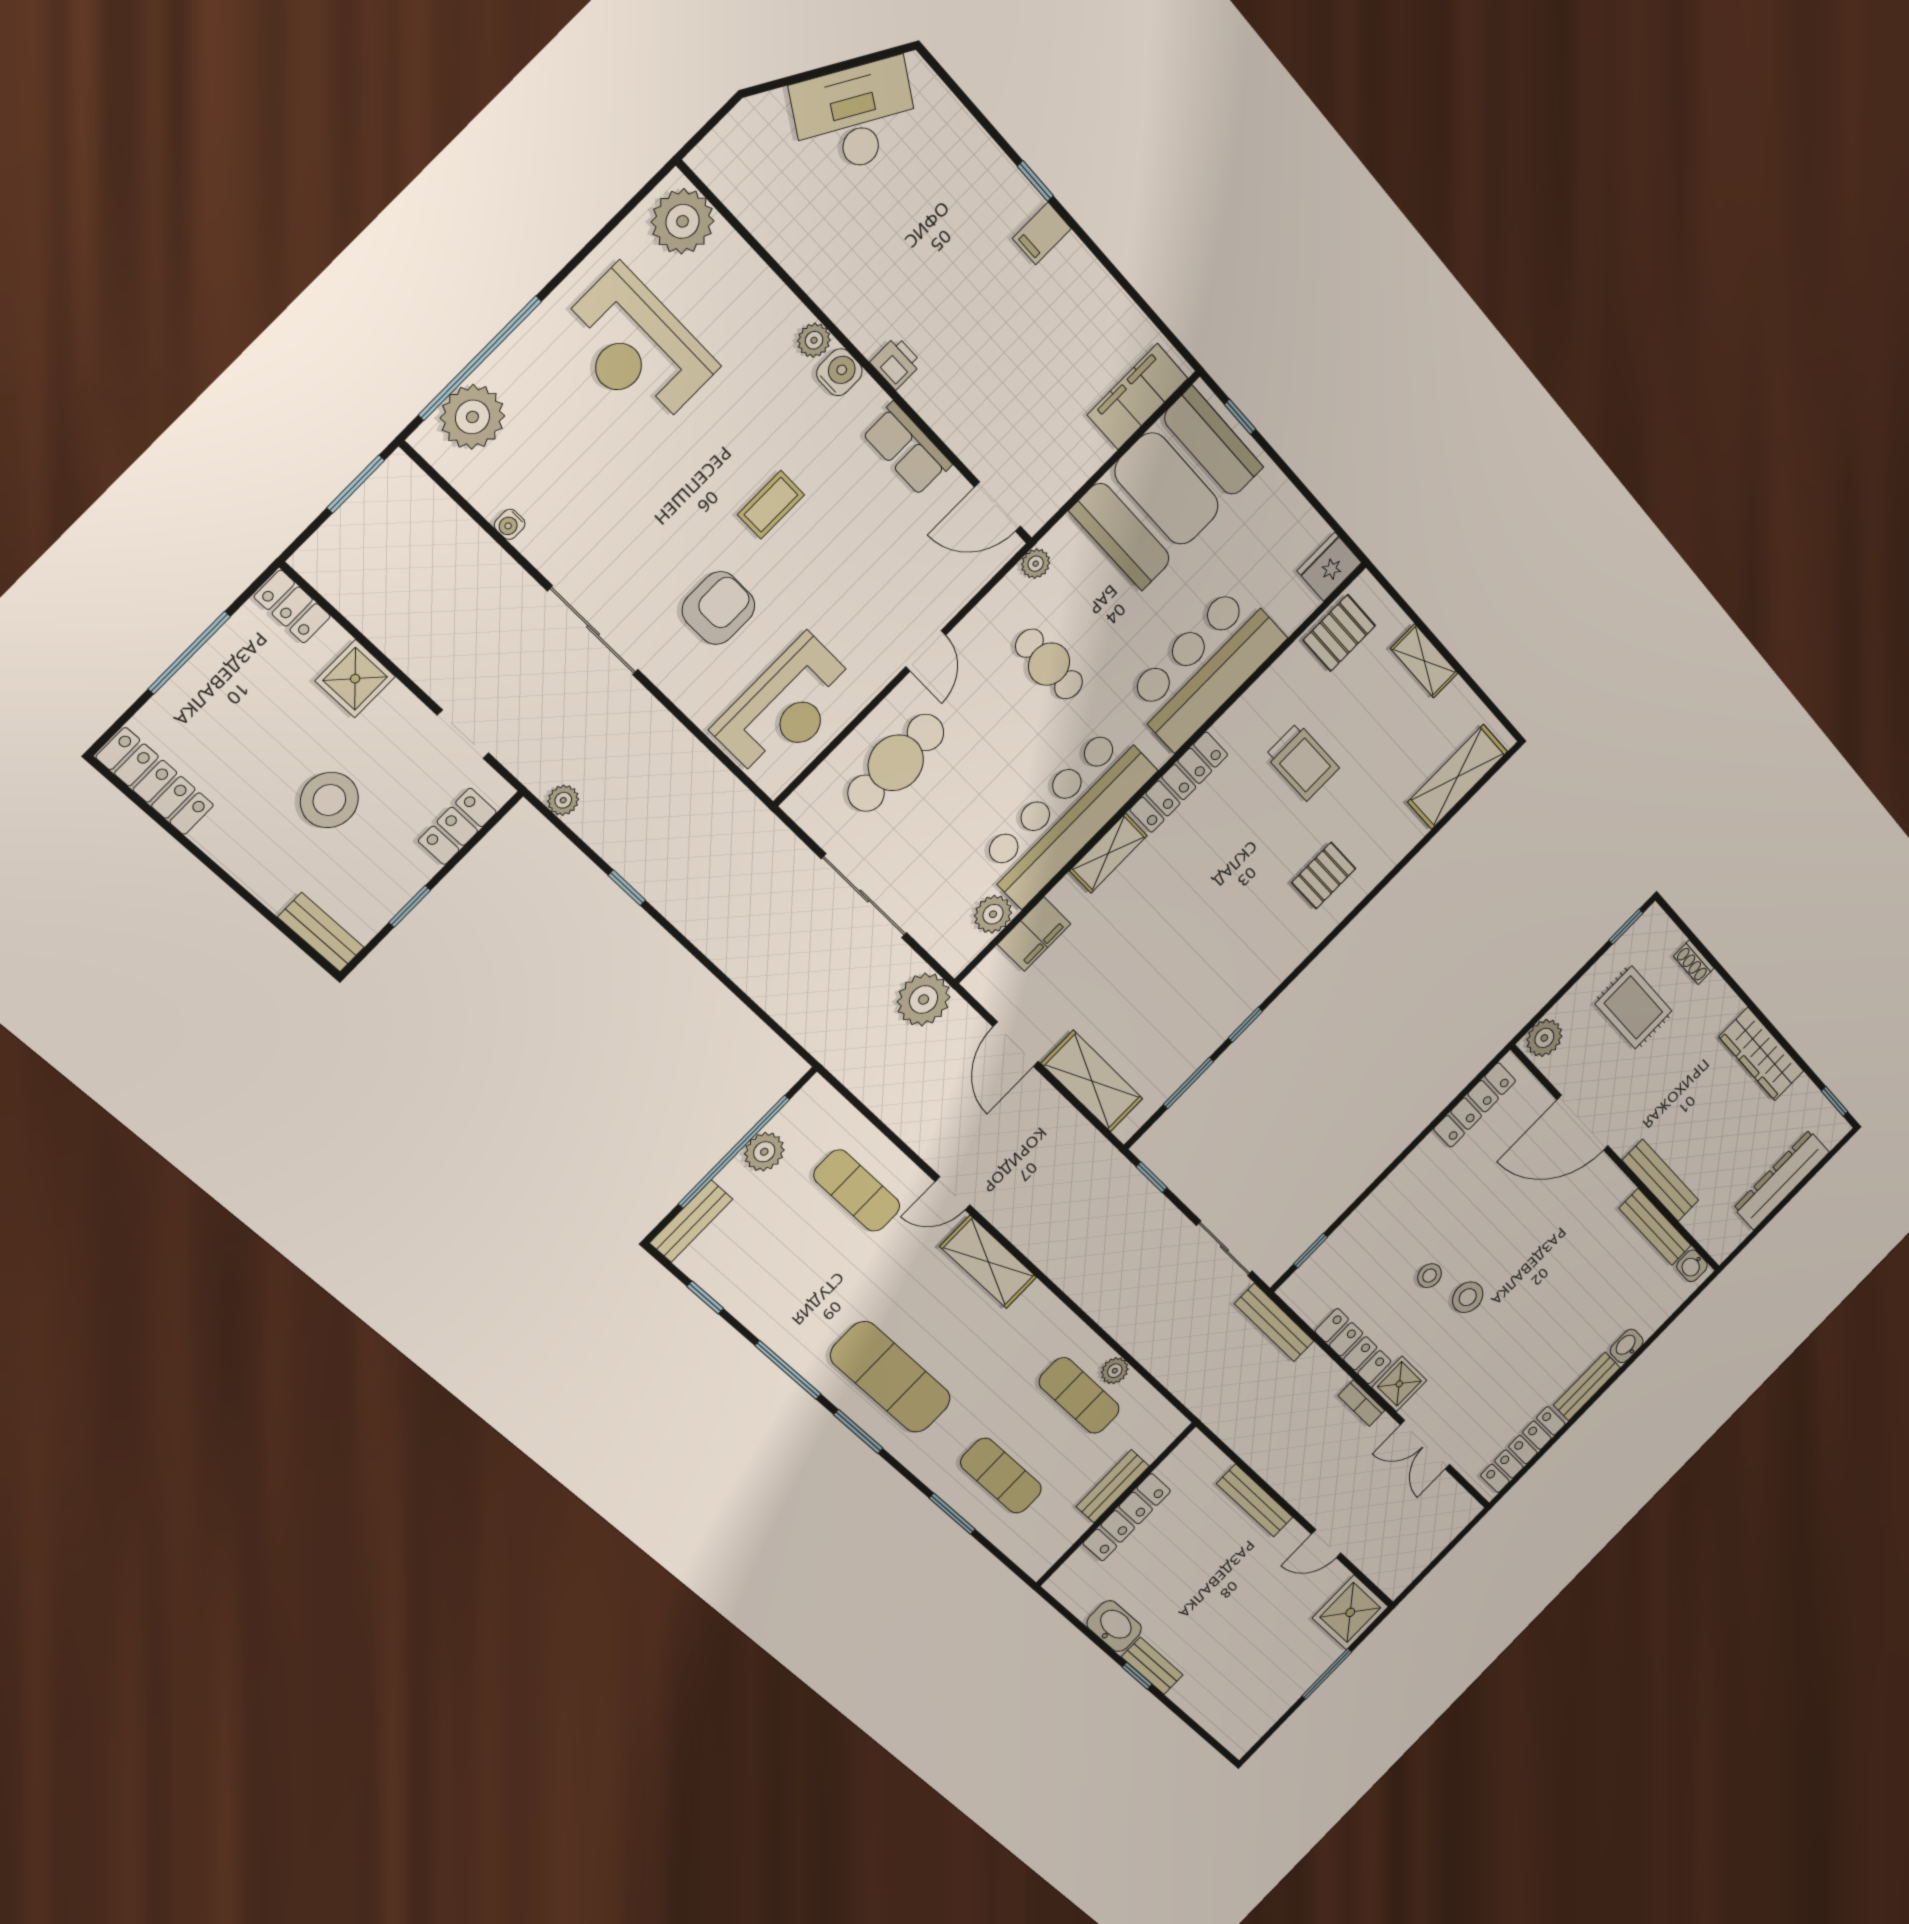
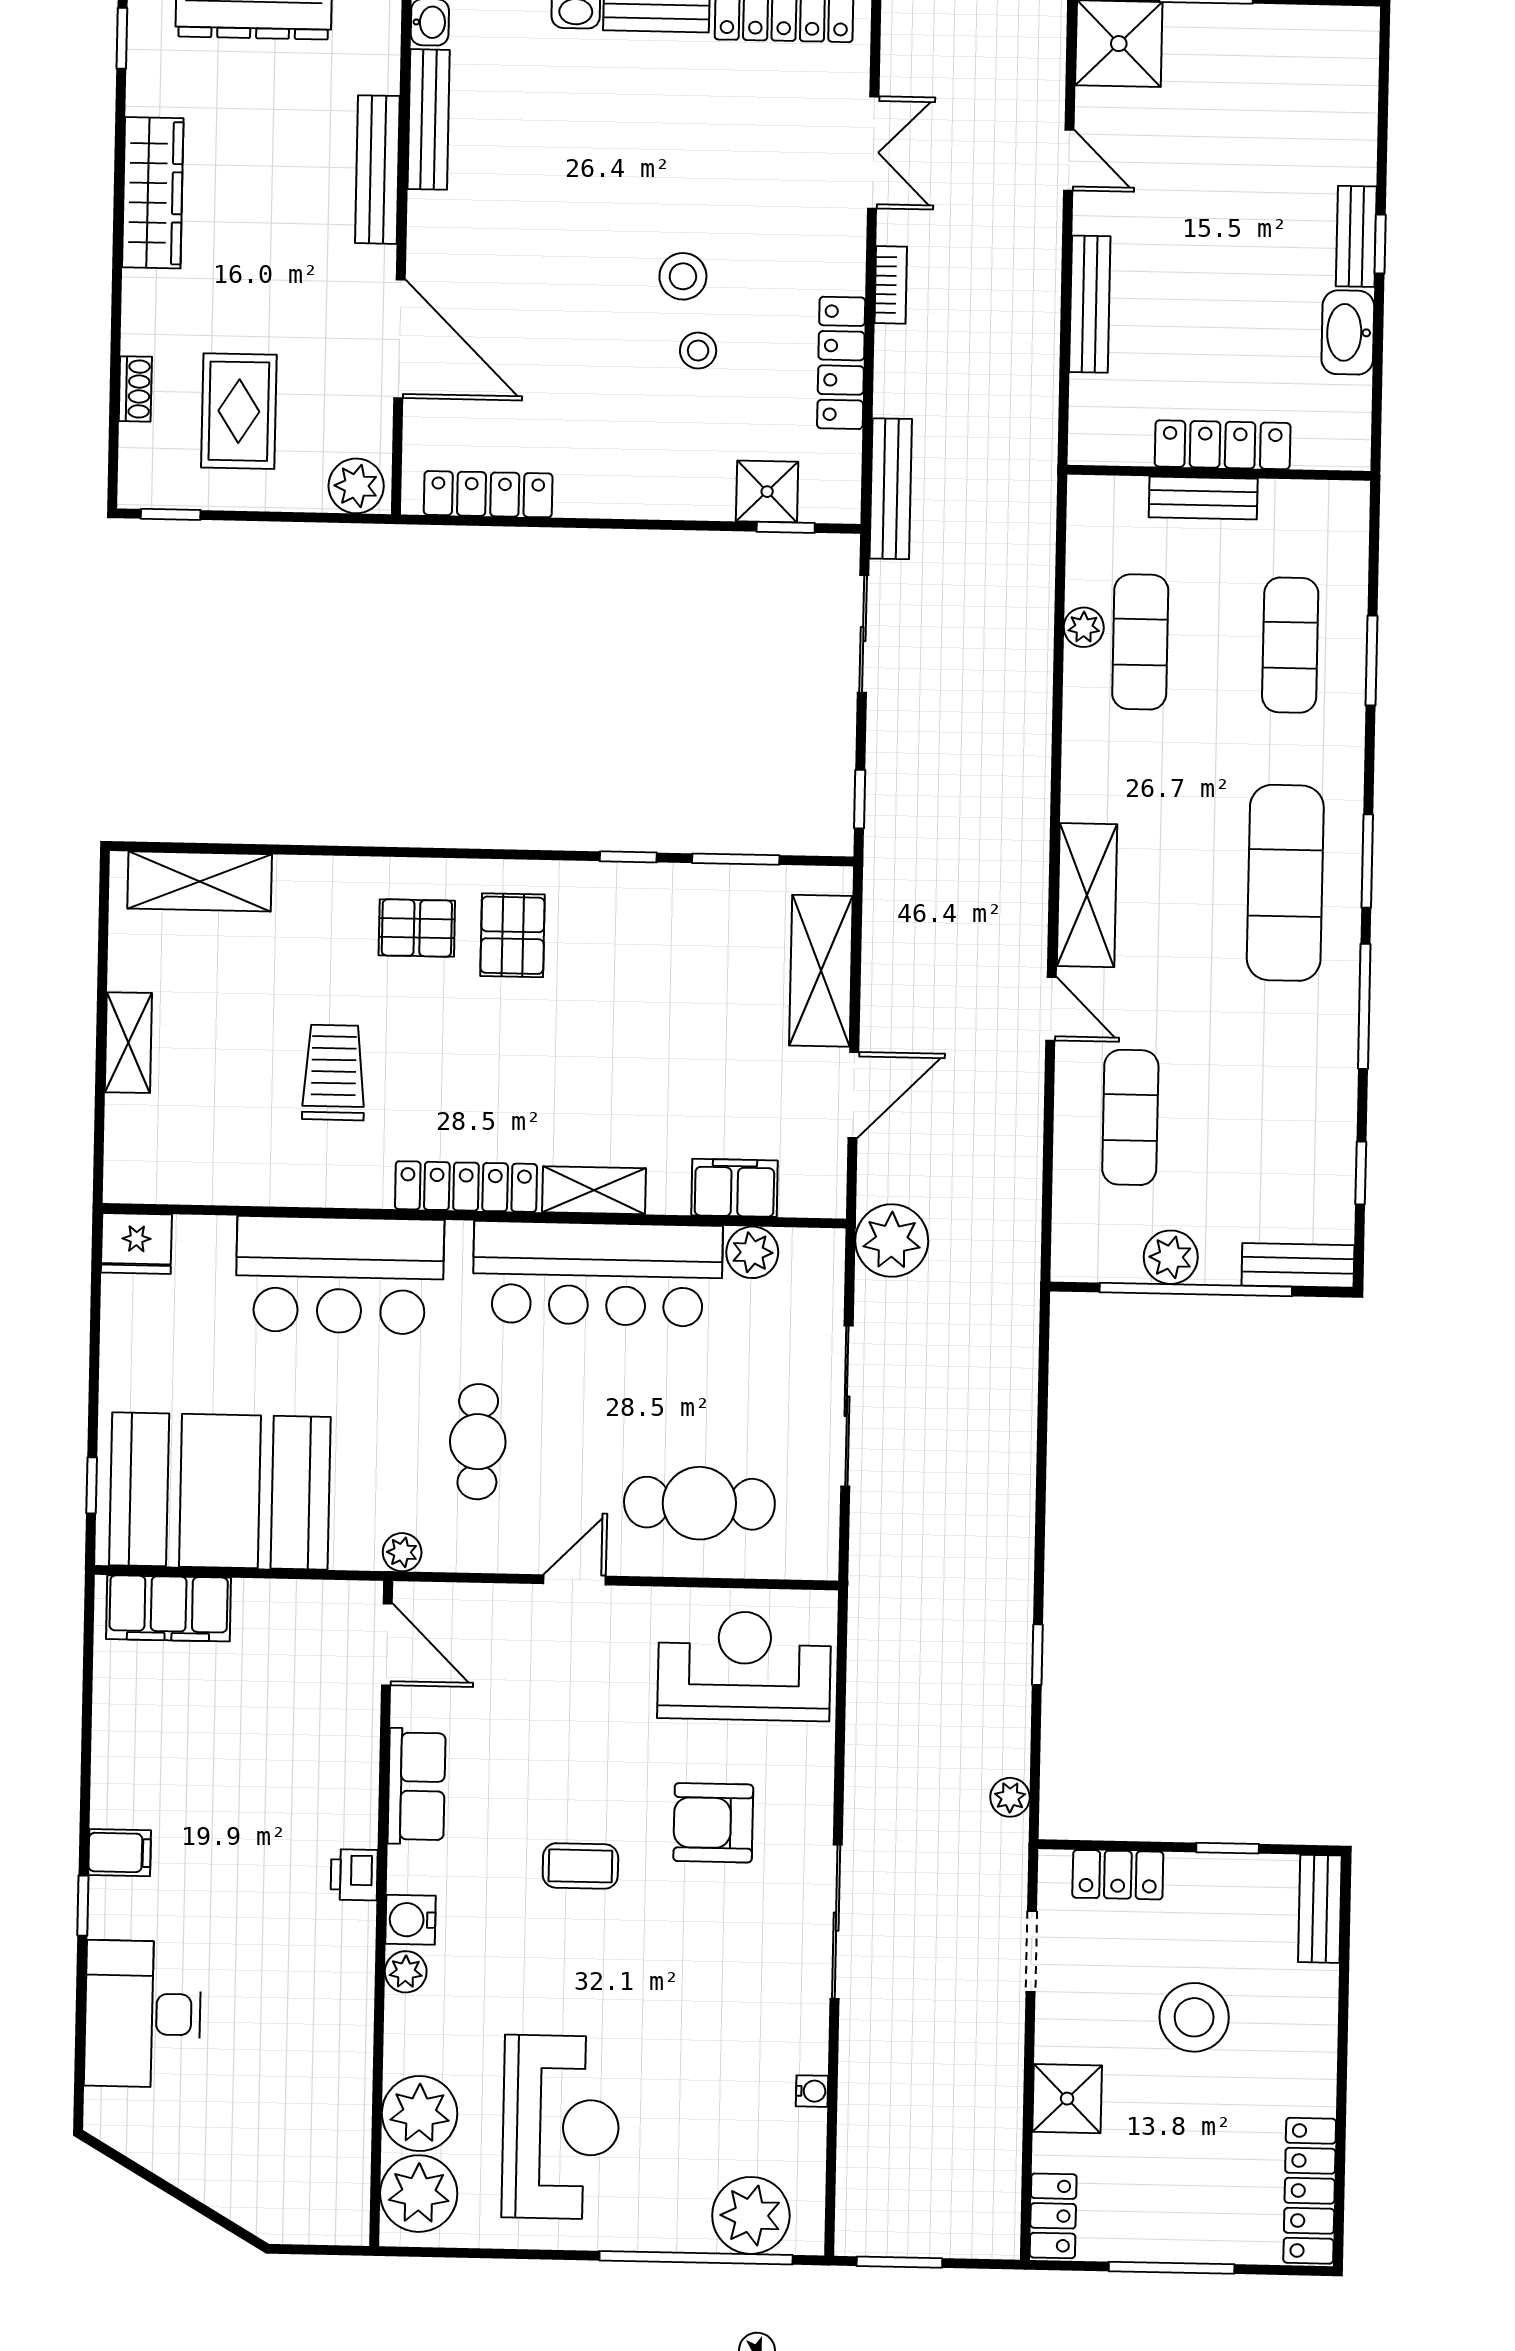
desk: (855, 117) -> (143, 2014), moved, turned 60
plant: (727, 268) -> (420, 2114), added
pallet: (1339, 633) -> (513, 935), moved, turned 90
shower: (1399, 1384) -> (767, 492), moved

